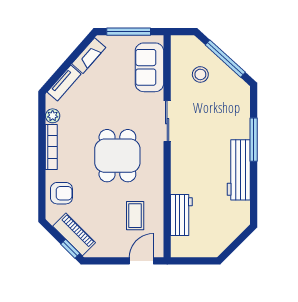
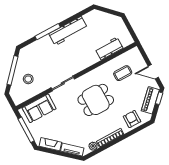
door: (141, 261) -> (153, 72), moved

